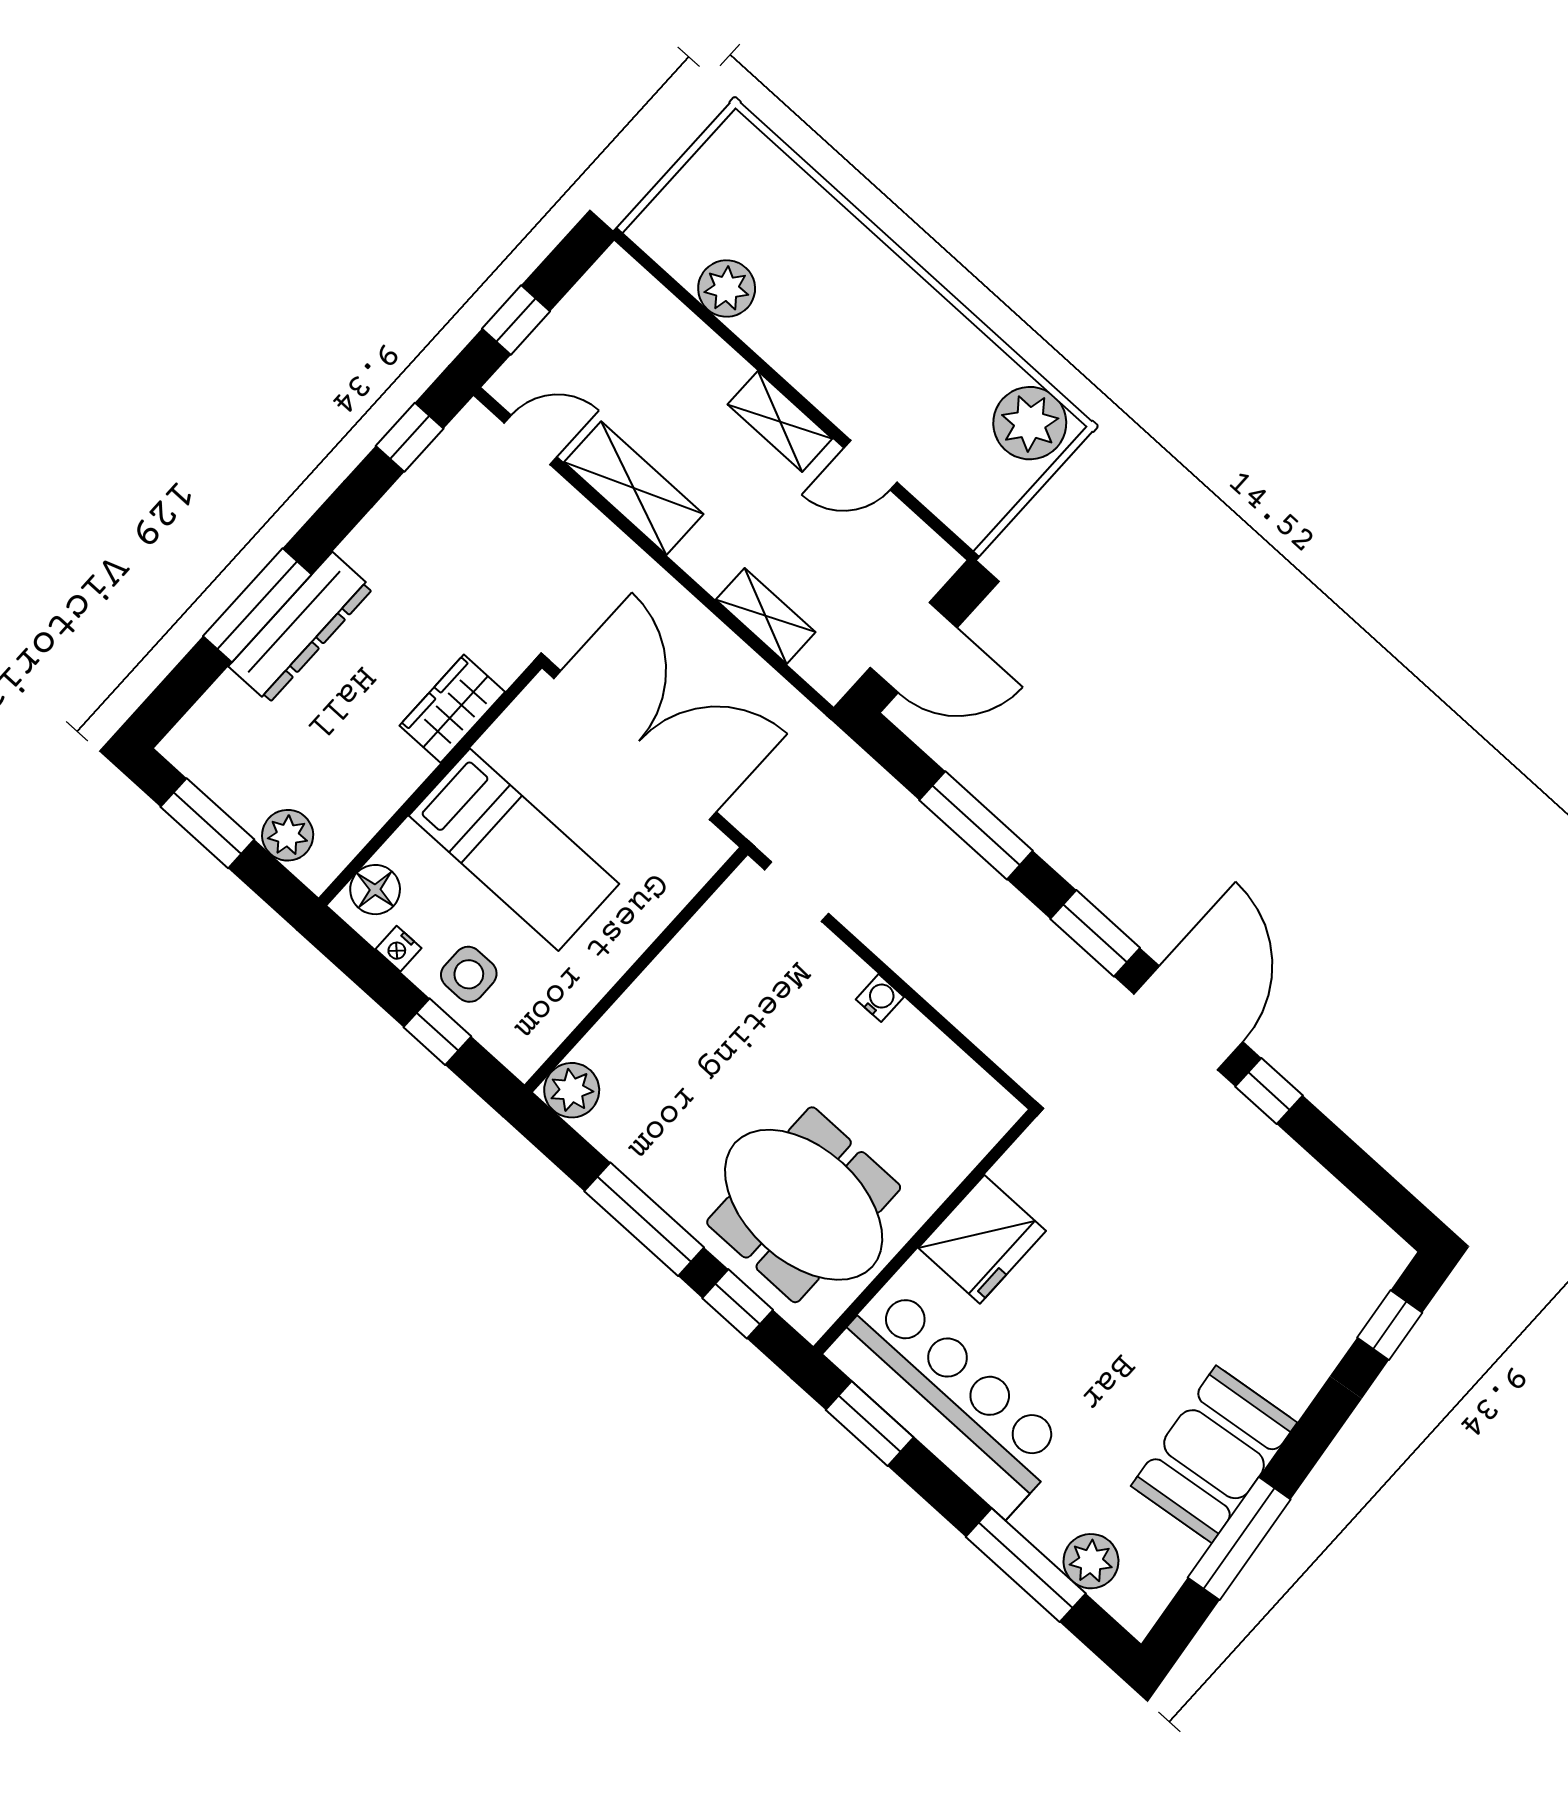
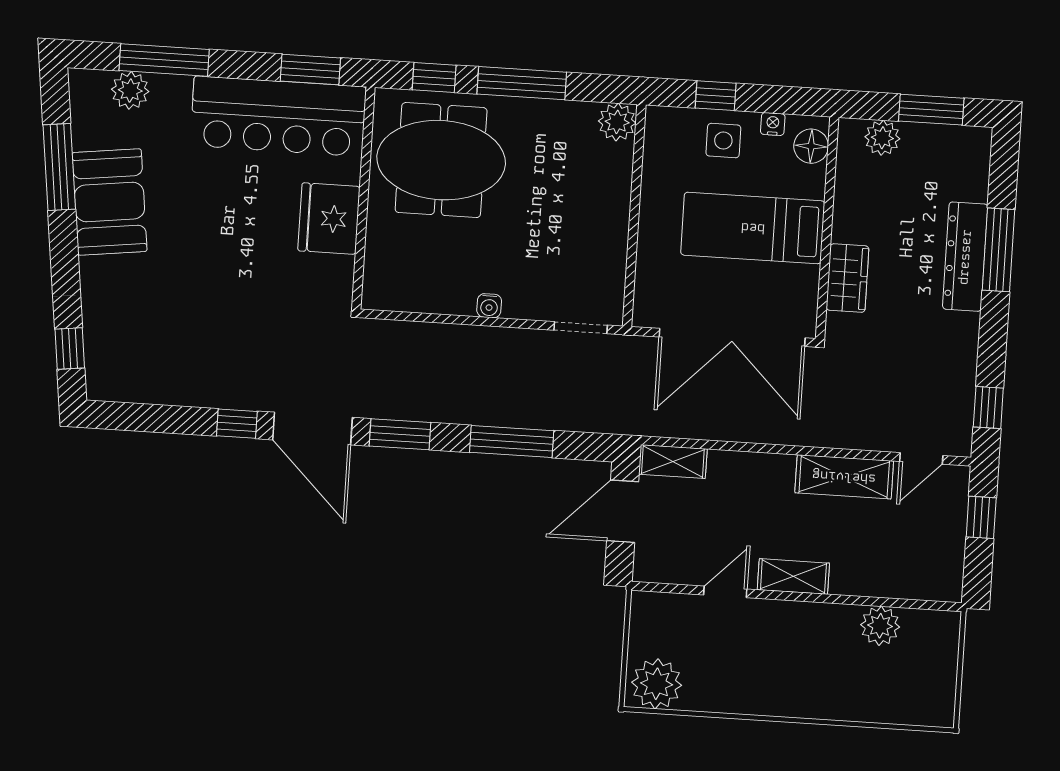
shelving: (766, 616) -> (673, 461), moved

